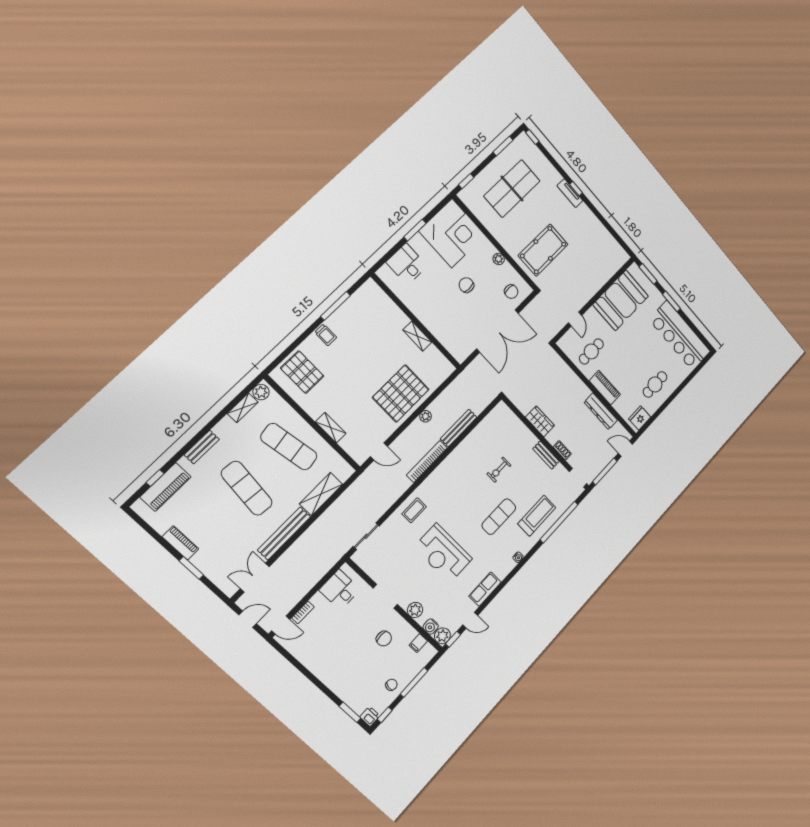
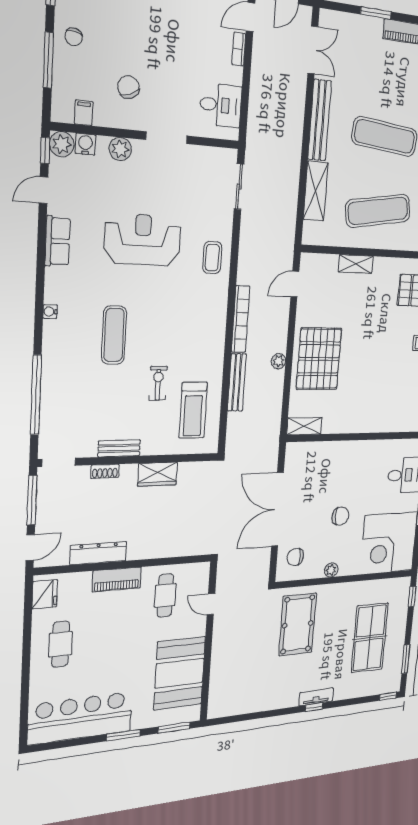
shelving: (417, 336) -> (304, 426), moved
treadmill: (537, 516) -> (193, 410), moved
chair: (384, 639) -> (128, 87), turned 69

